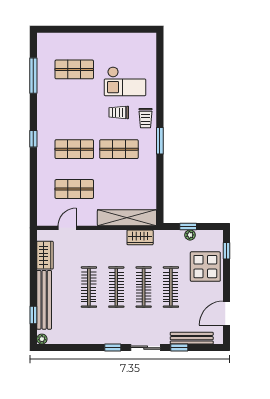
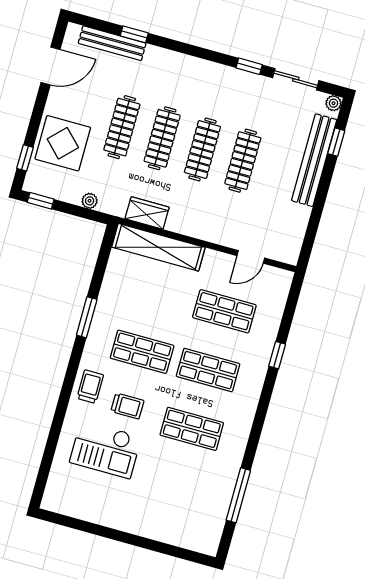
shop shelf: (74, 69) -> (192, 429), moved
checkout: (125, 81) -> (105, 449), turned 180
window: (33, 139) -> (277, 355), moved
window: (160, 141) -> (87, 317), moved
window: (188, 226) -> (41, 201), moved
plant: (190, 235) -> (90, 201), moved
wardrobe: (45, 255) -> (295, 226), removed
window: (113, 348) -> (249, 66), moved
sliding door: (146, 348) -> (296, 79), moved

